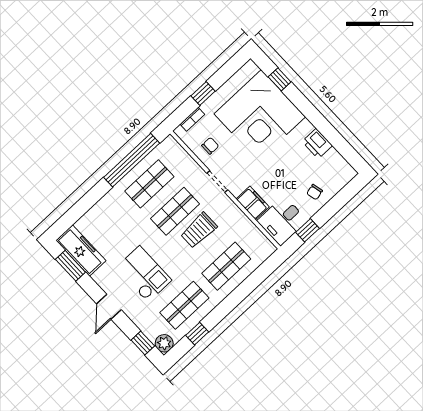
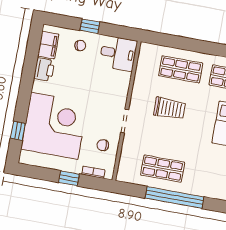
window: (132, 160) -> (174, 197), moved
filing cabinet: (253, 203) -> (48, 45), moved, turned 180
shop shelf: (175, 211) -> (169, 136), removed
window: (308, 230) -> (90, 26), moved

